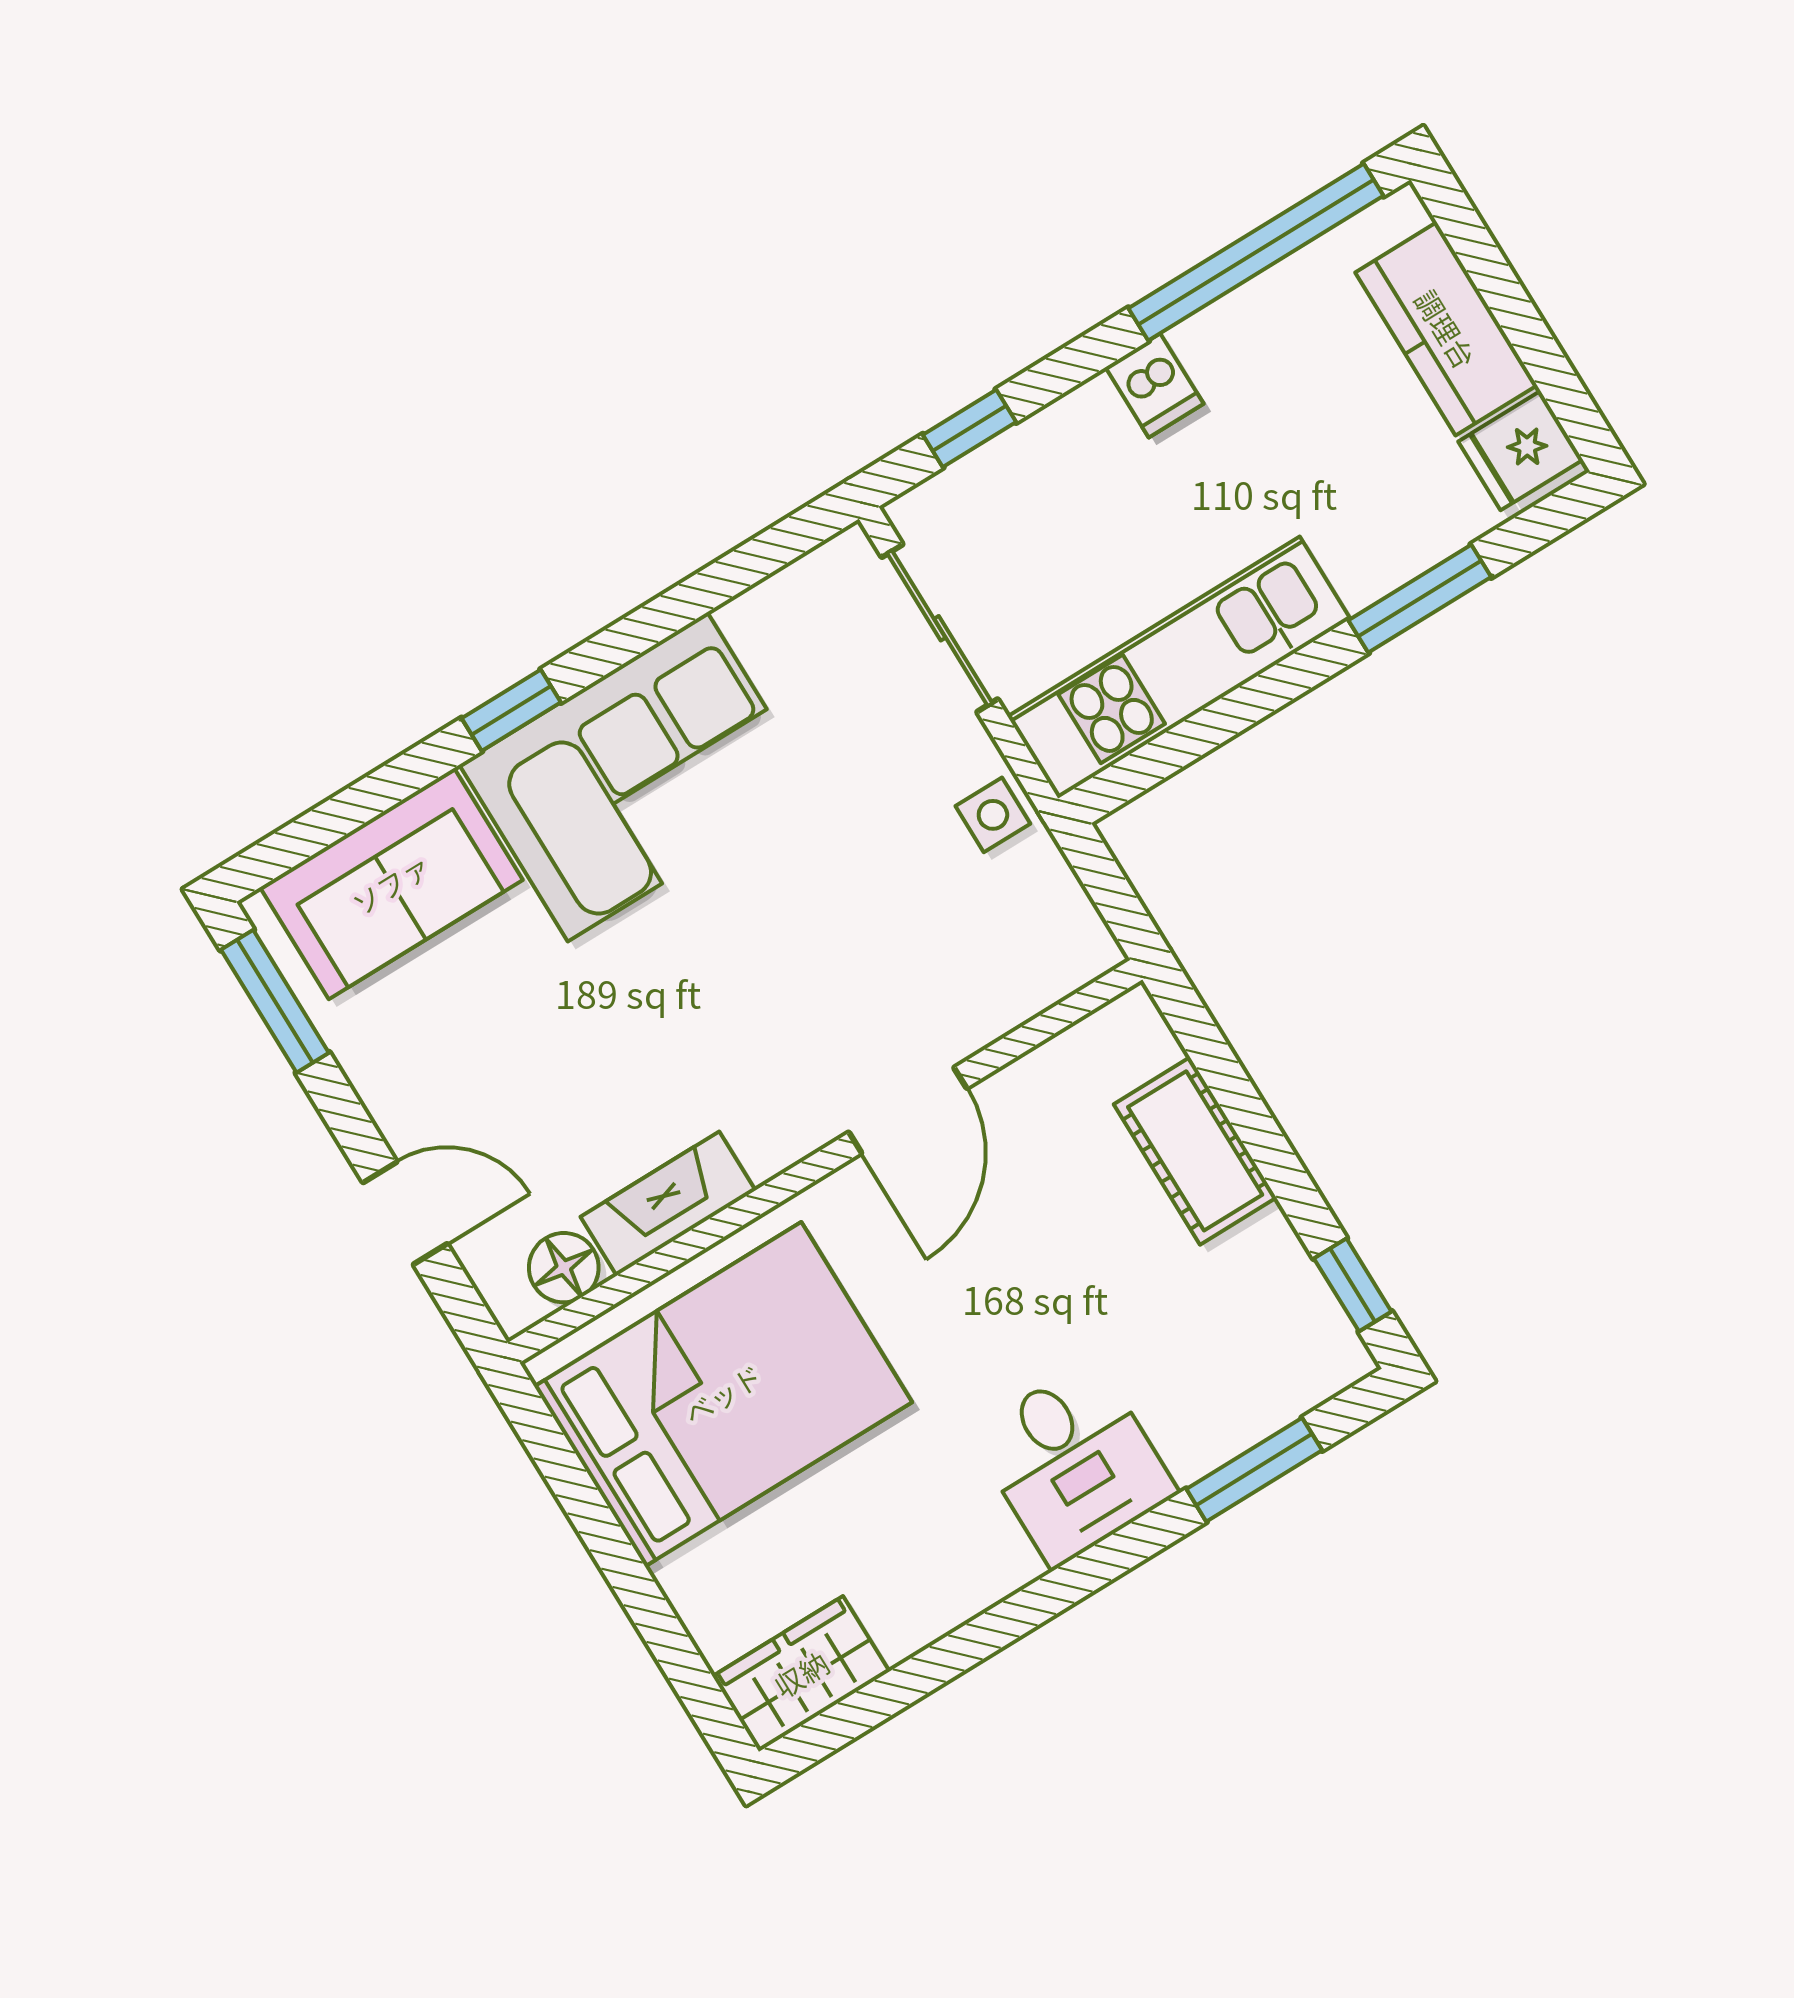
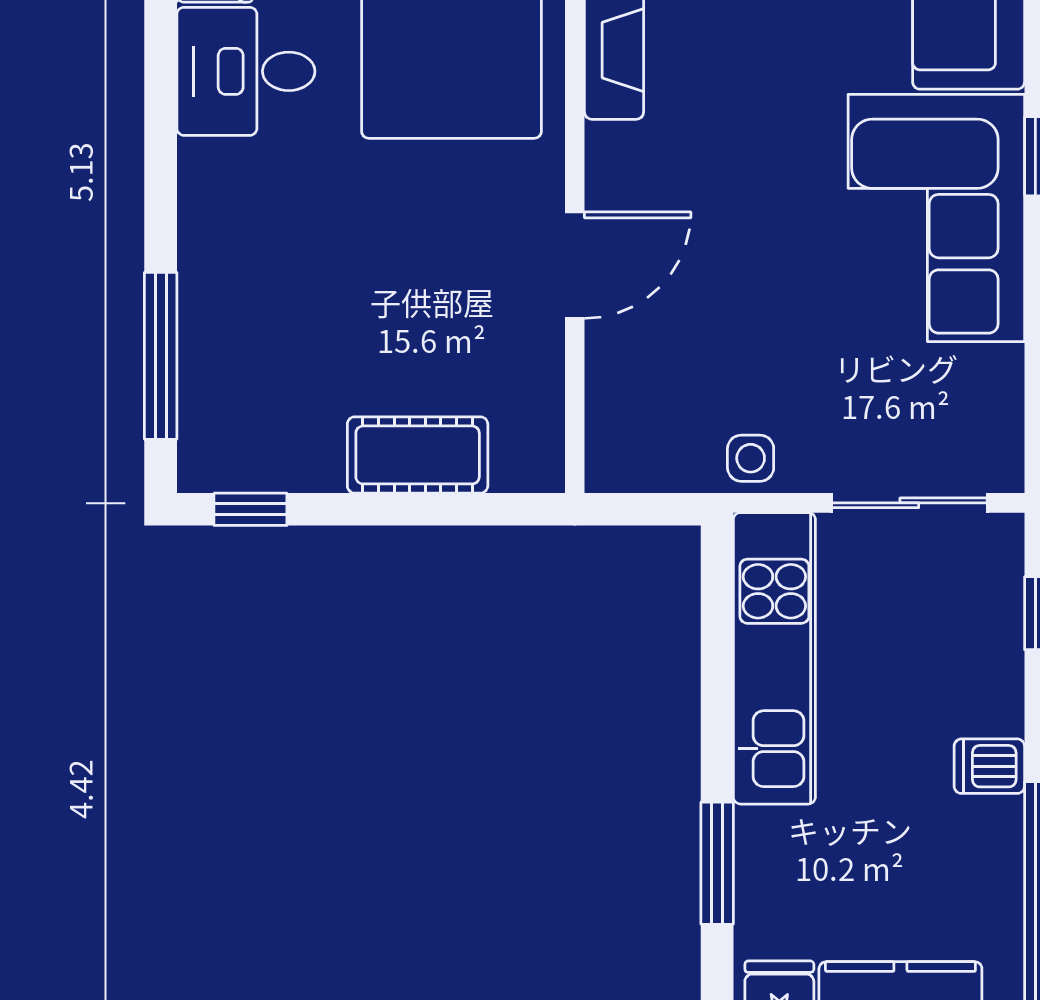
door: (908, 1110) -> (575, 265), swing flipped
desk: (1073, 1463) -> (246, 71), moved
window: (1254, 1470) -> (161, 356), width x1.44

